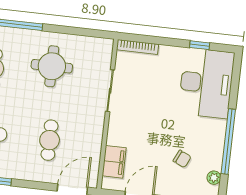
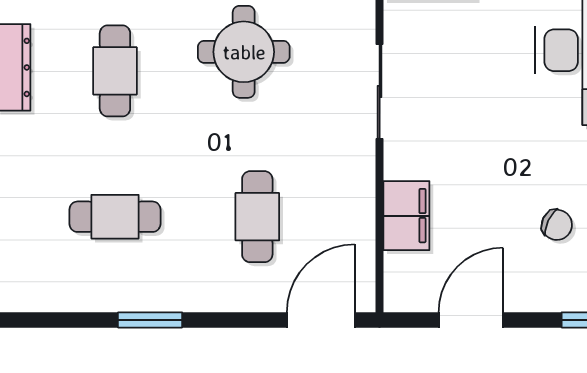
filing cabinet: (114, 162) -> (406, 216), moved

